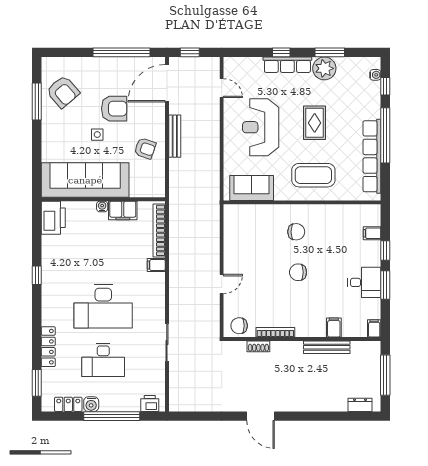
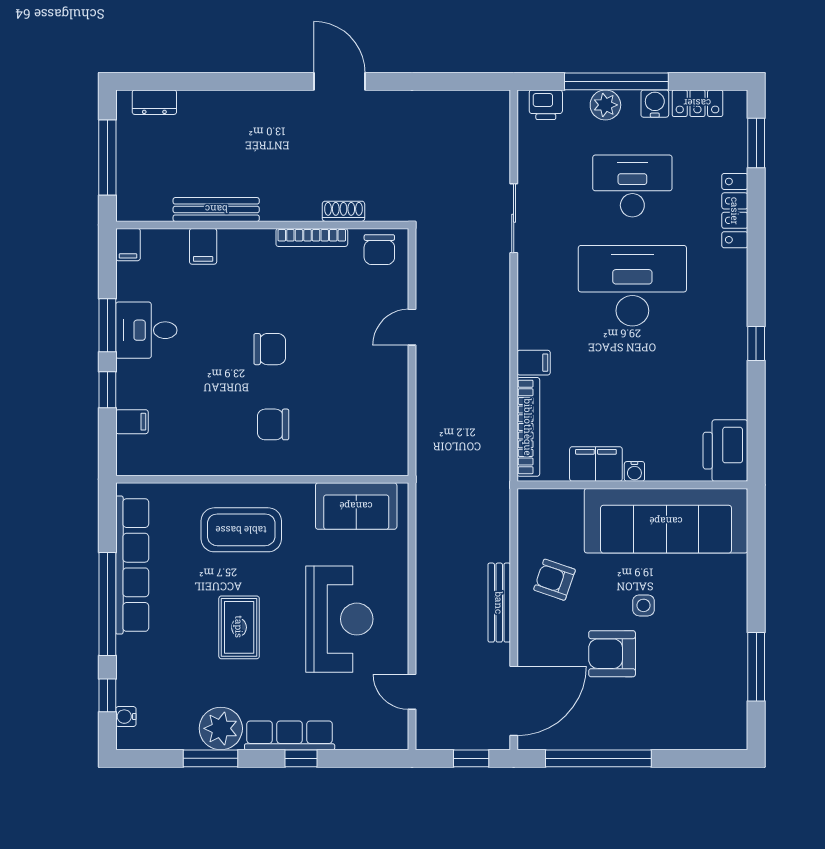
armchair: (63, 92) -> (707, 685), removed
chair: (239, 326) -> (379, 250), turned 90
plant: (118, 403) -> (605, 105), added

